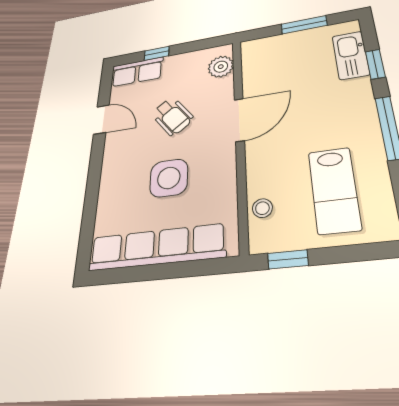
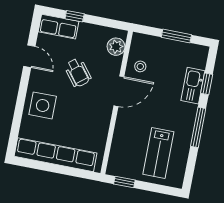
kitchen sink: (351, 55) -> (193, 86), moved
side table: (169, 178) -> (43, 105), moved
stool: (262, 208) -> (140, 66), moved

